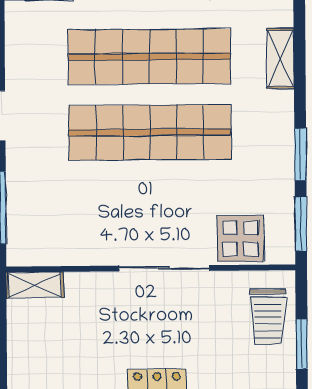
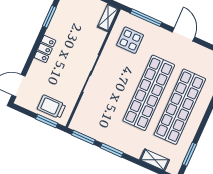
display table: (240, 239) -> (130, 40), moved
window: (302, 344) -> (47, 121), moved

